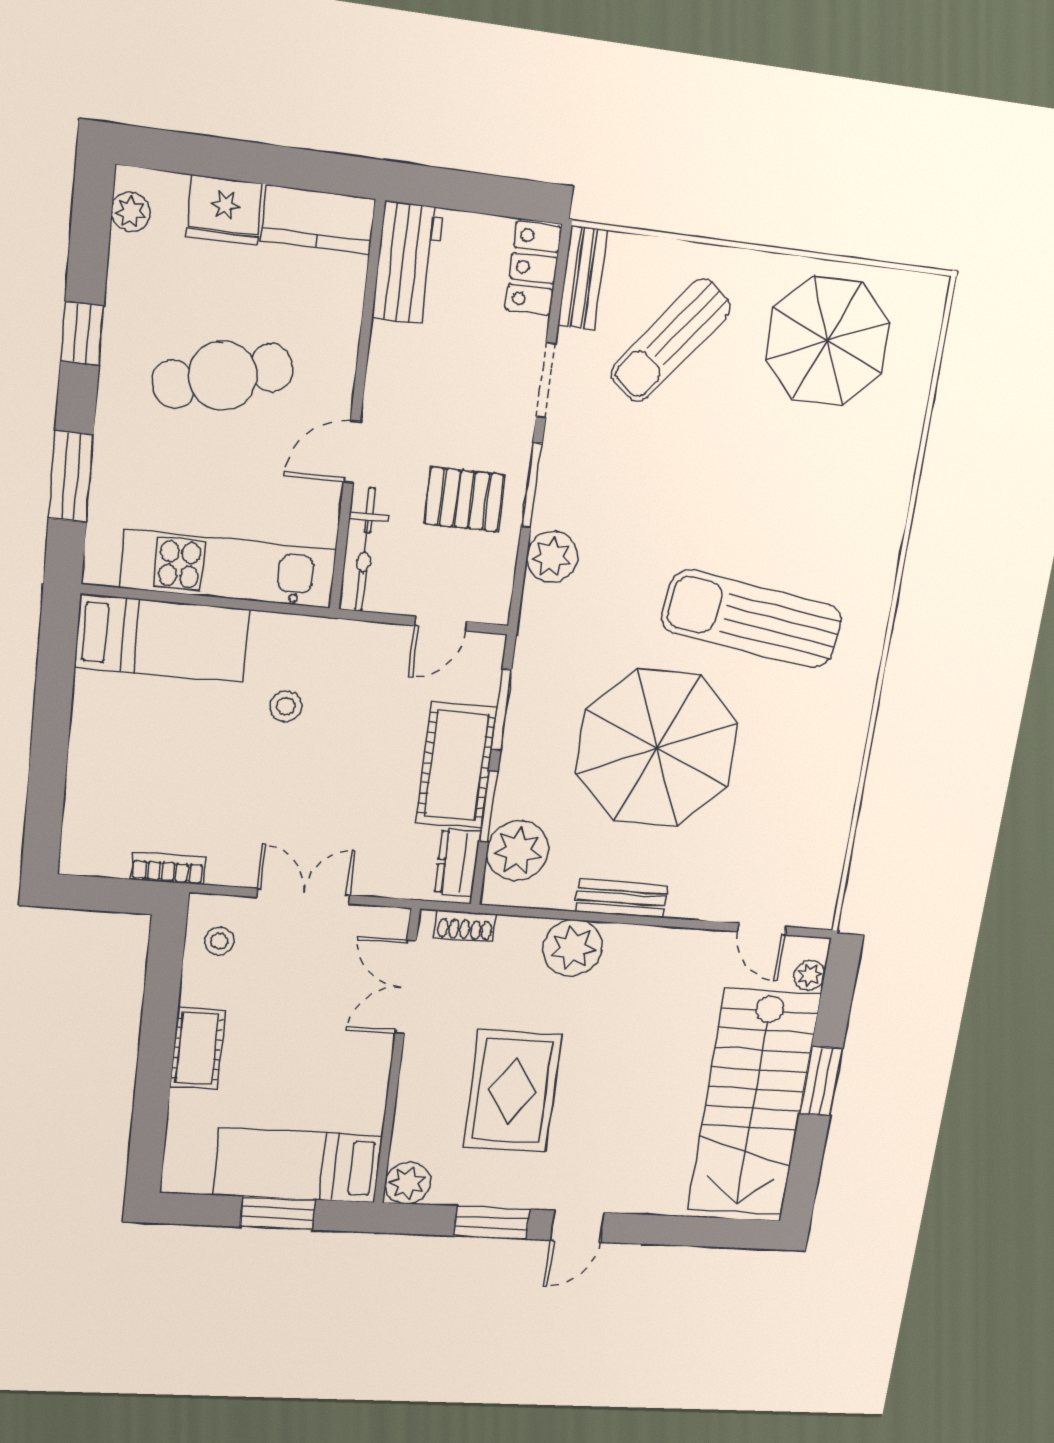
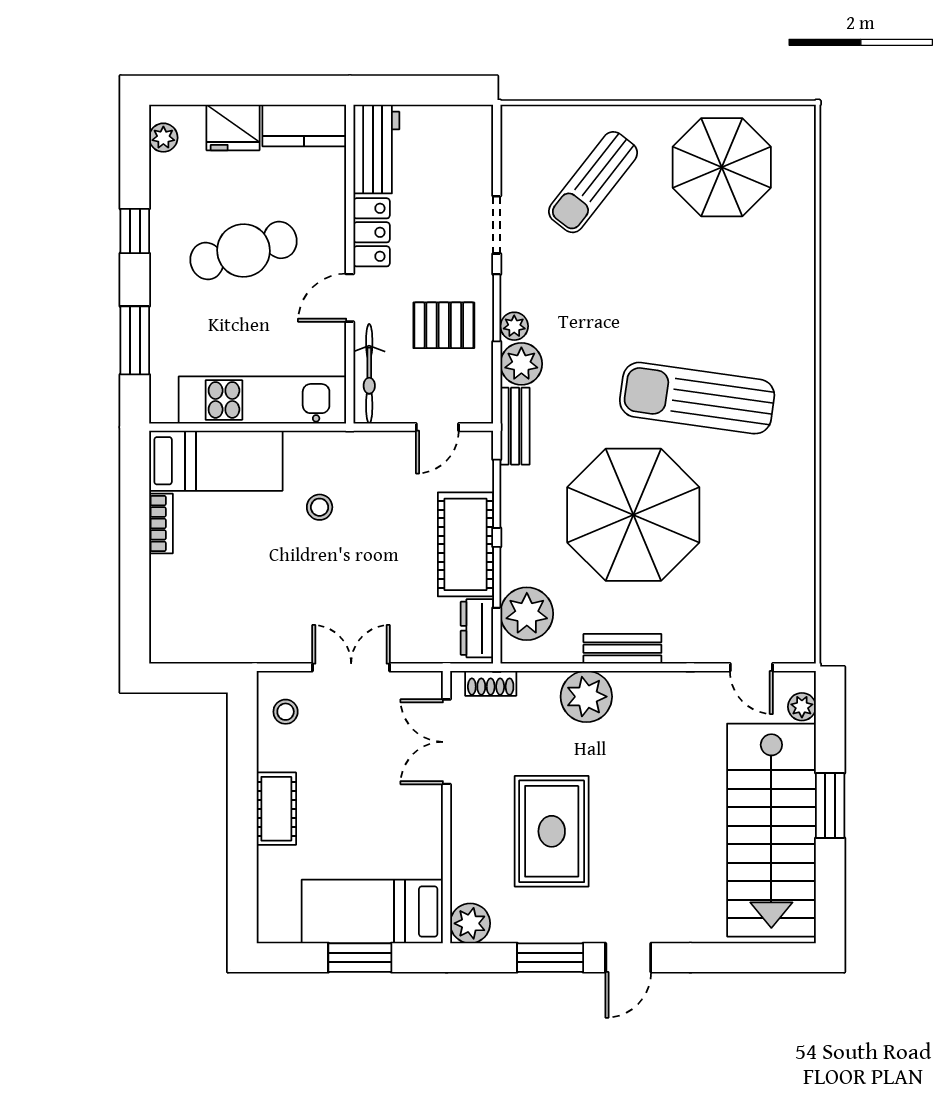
locker: (533, 268) -> (372, 232), moved, turned 180
bench: (583, 278) -> (515, 426), moved
plant: (550, 510) -> (514, 326), added
bookcase: (168, 868) -> (161, 523), moved, turned 90

